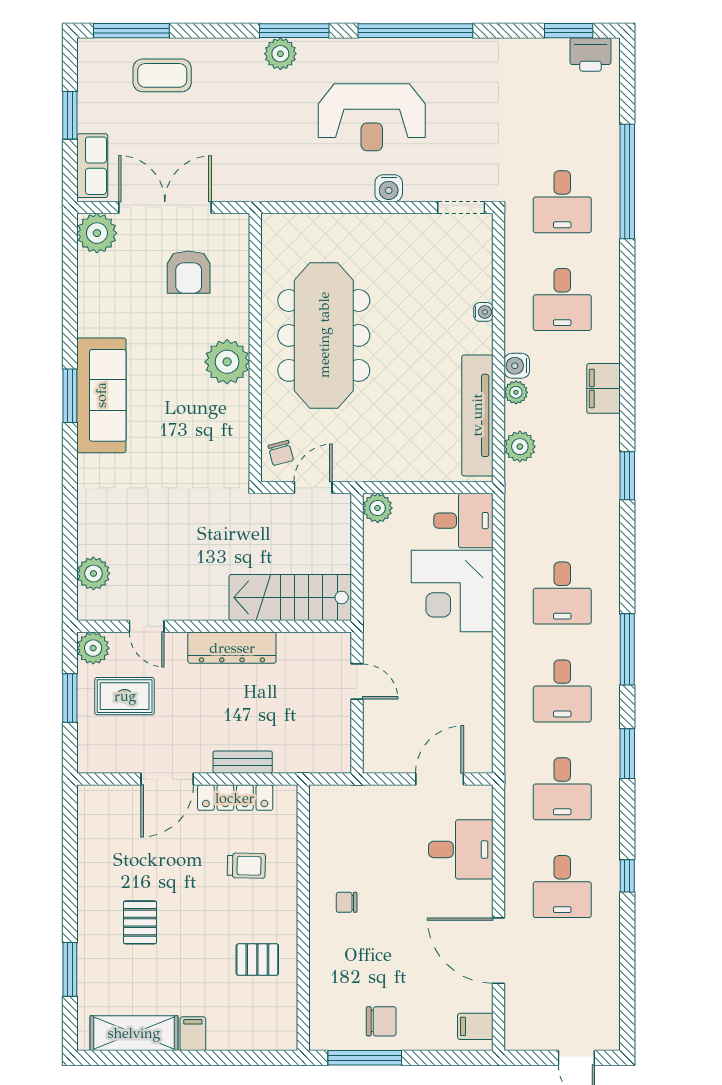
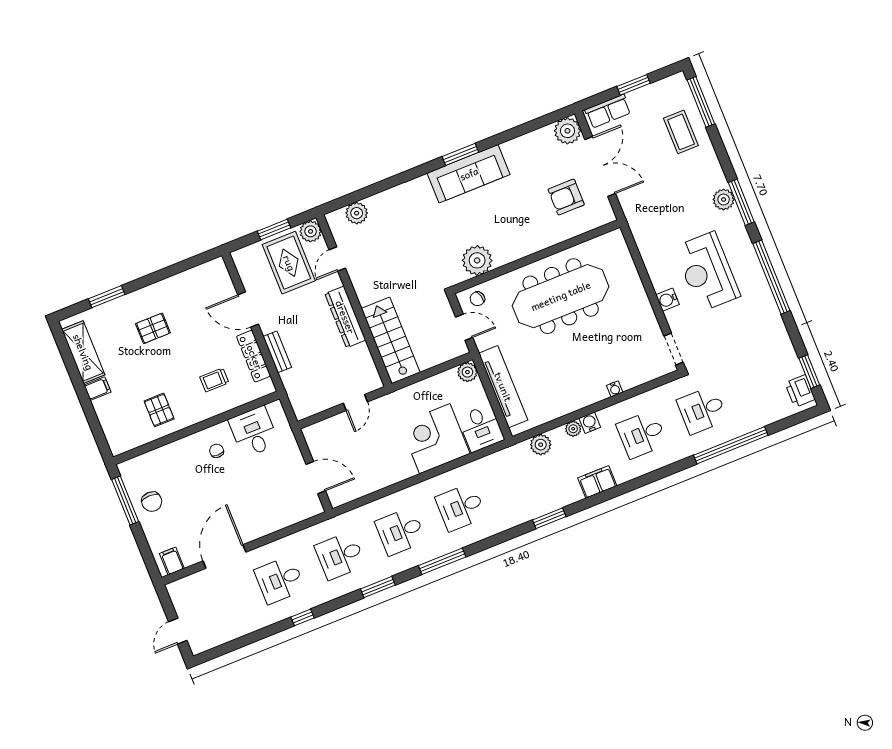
plant: (227, 362) -> (477, 260), moved
tv unit: (477, 415) -> (503, 387), moved, turned 90
rug: (125, 696) -> (289, 263), width x1.36, depth x1.43
desk: (461, 849) -> (254, 432), moved, turned 180
trolley: (246, 866) -> (214, 380), turned 89

